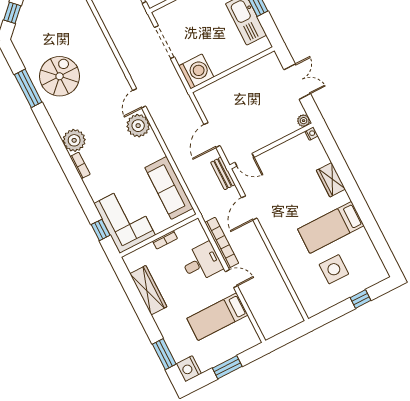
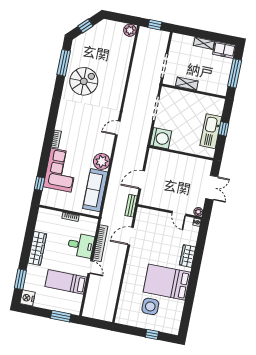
window: (28, 88) -> (64, 63), moved
plant: (138, 126) -> (102, 161), moved
plant: (74, 140) -> (64, 123), removed
door: (244, 160) -> (179, 214), moved
corner sofa: (125, 219) -> (61, 170), moved
bed: (331, 227) -> (167, 282), width x1.50
wardrobe: (148, 290) -> (37, 248), moved
window: (227, 367) -> (61, 316), moved

